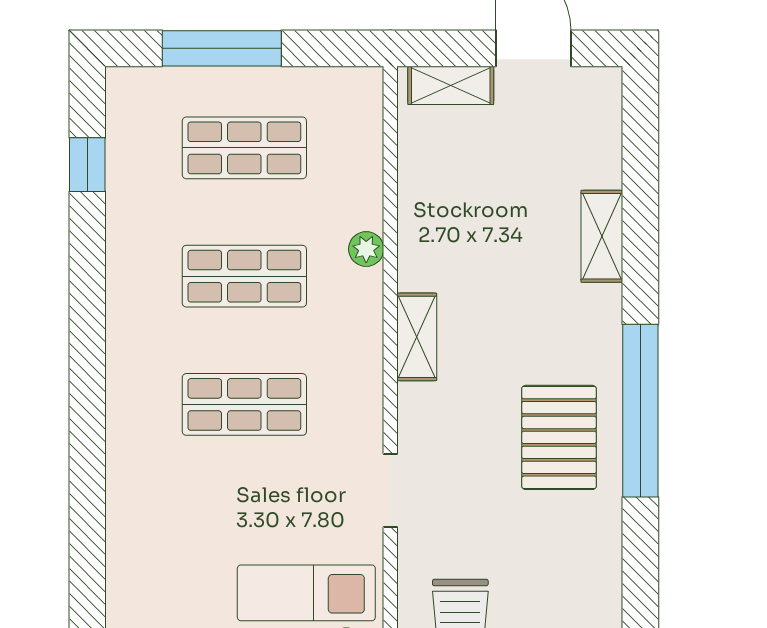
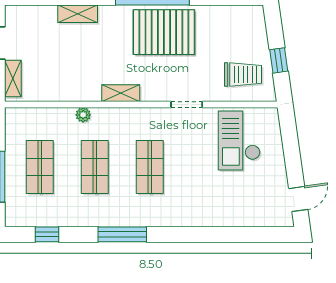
window: (87, 340) -> (122, 234), added
pallet: (559, 437) -> (164, 32), width x1.37, depth x1.41

